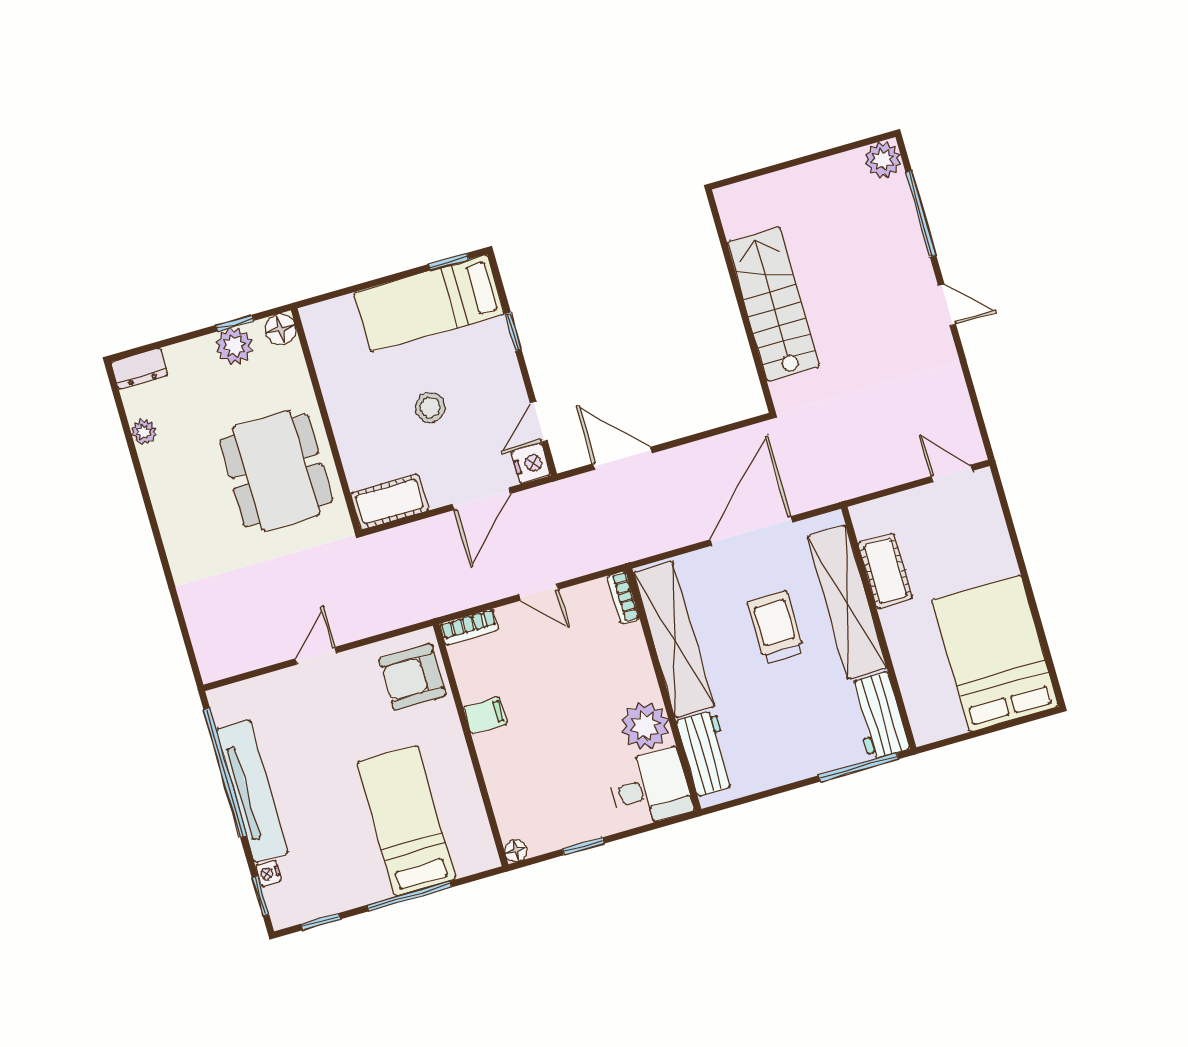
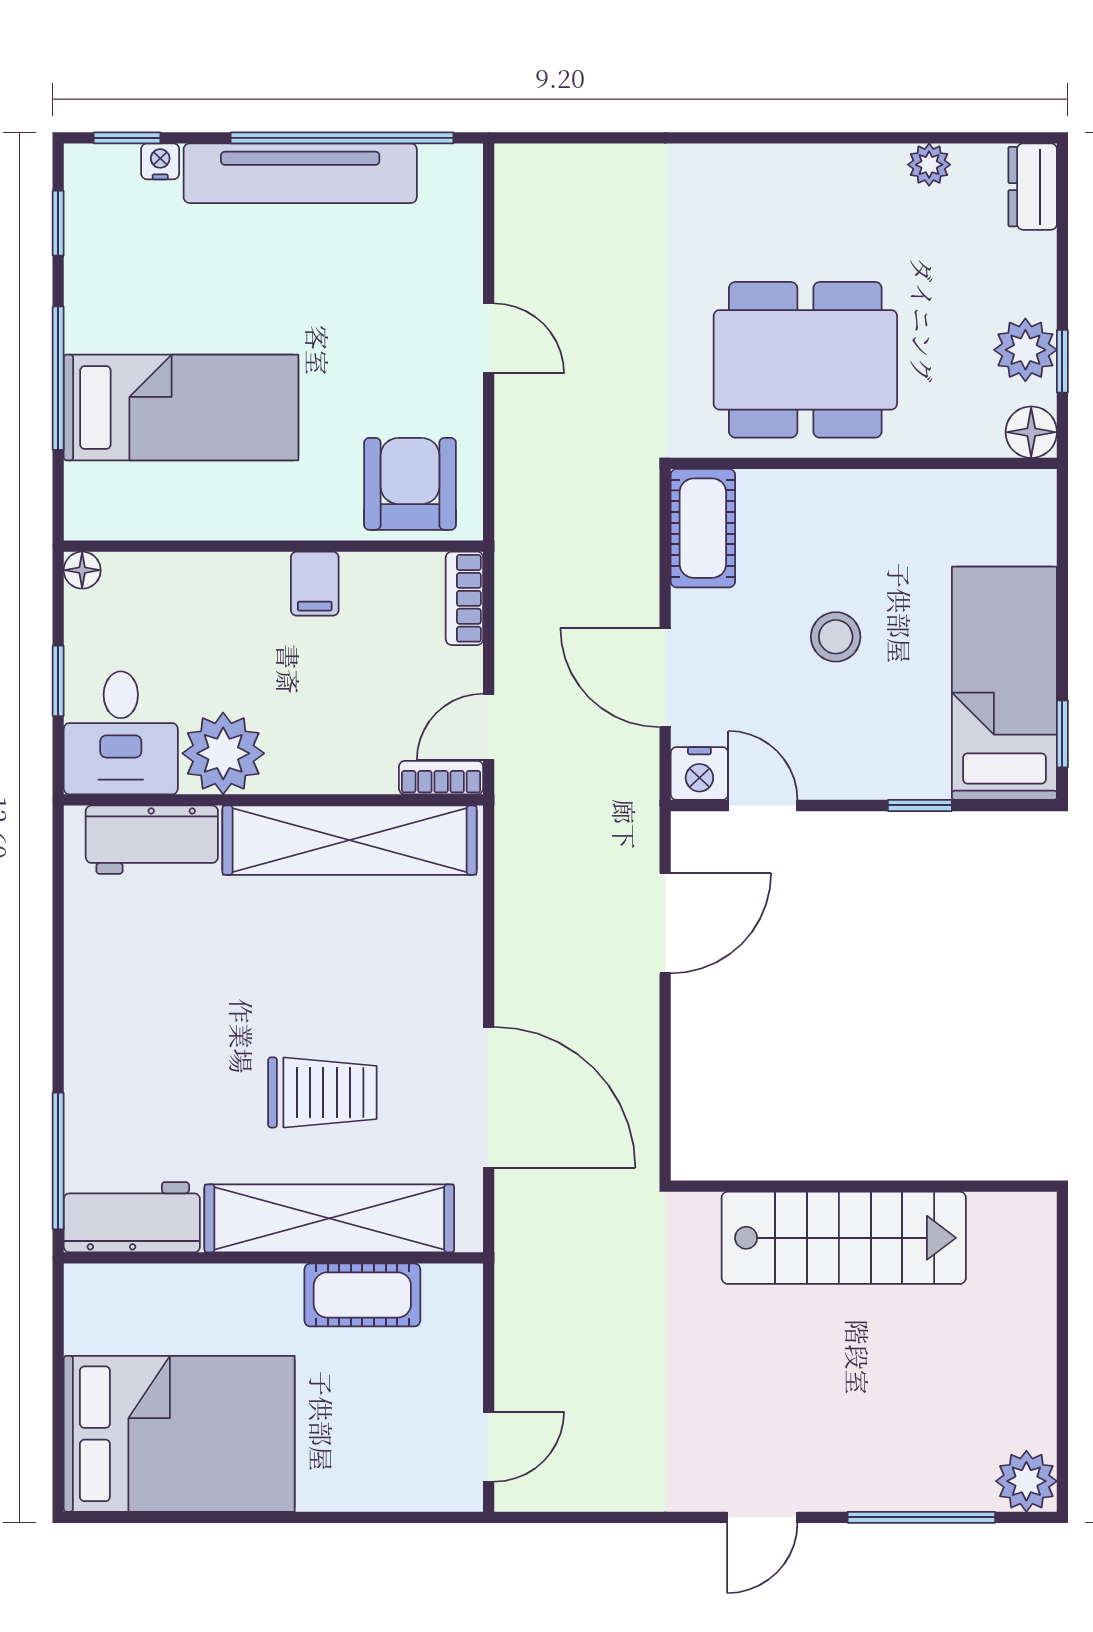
bookcase: (623, 597) -> (441, 778), moved
shelving: (674, 639) -> (350, 840), moved
wall: (664, 690) -> (273, 800), moved
plant: (645, 726) -> (223, 753), moved
workbench: (706, 753) -> (152, 840), moved
desk: (650, 788) -> (121, 733), moved

